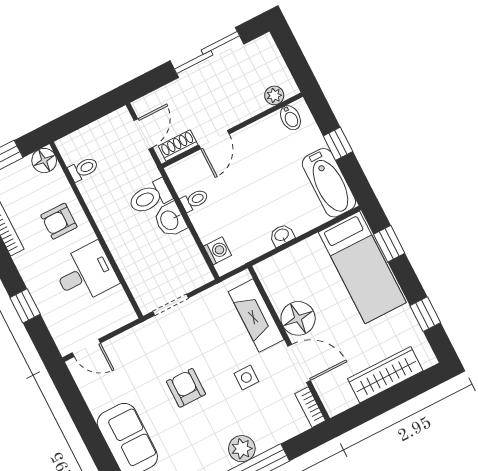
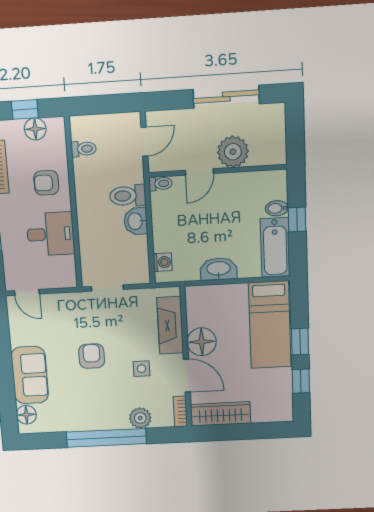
plant: (274, 95) -> (233, 152), moved, width x1.87, depth x1.87
bidet: (290, 118) -> (277, 208), moved, turned 90
shoe rack: (178, 145) -> (168, 164), removed
floor lamp: (44, 161) -> (35, 129), moved
toilet: (194, 200) -> (160, 184), moved
washbasin: (282, 235) -> (219, 269), width x1.91, depth x1.45
window: (389, 244) -> (300, 342), moved
wardrobe: (385, 375) -> (221, 414), moved
plant: (242, 449) -> (140, 418), moved

